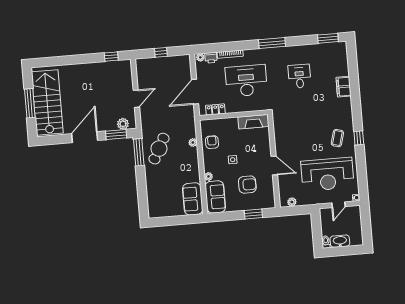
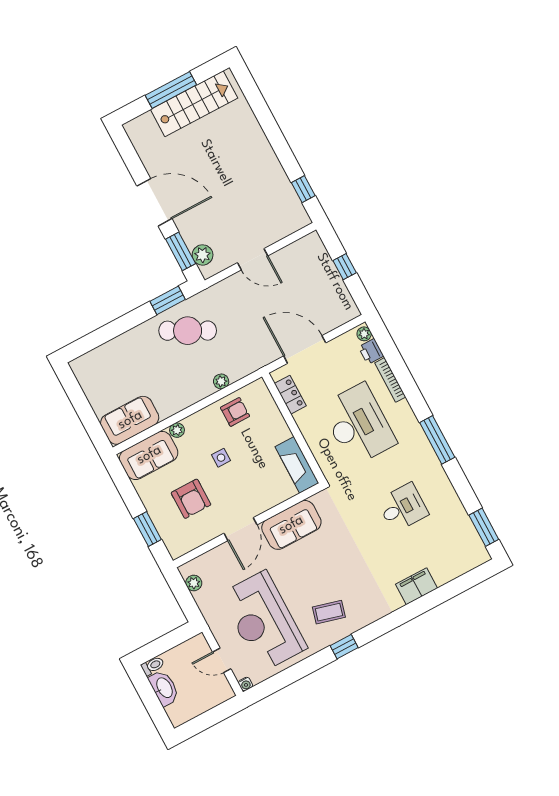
stairs: (47, 102) -> (194, 104), width x0.73, depth x0.66
sofa: (284, 138) -> (291, 525), added
window: (139, 152) -> (168, 300), width x0.69

